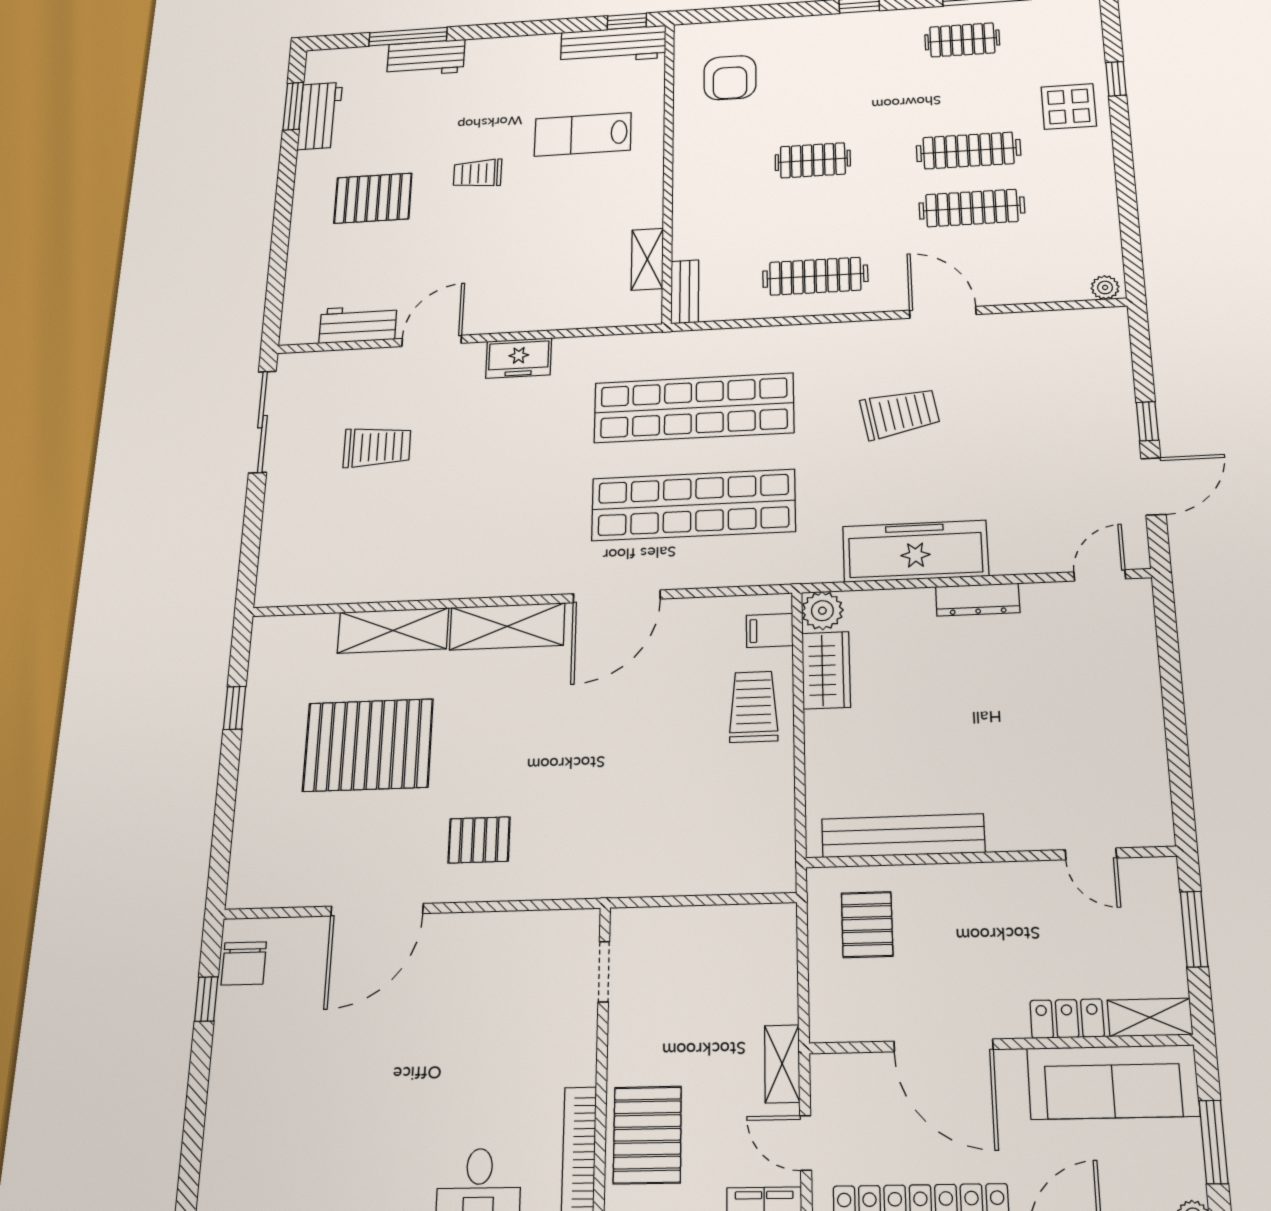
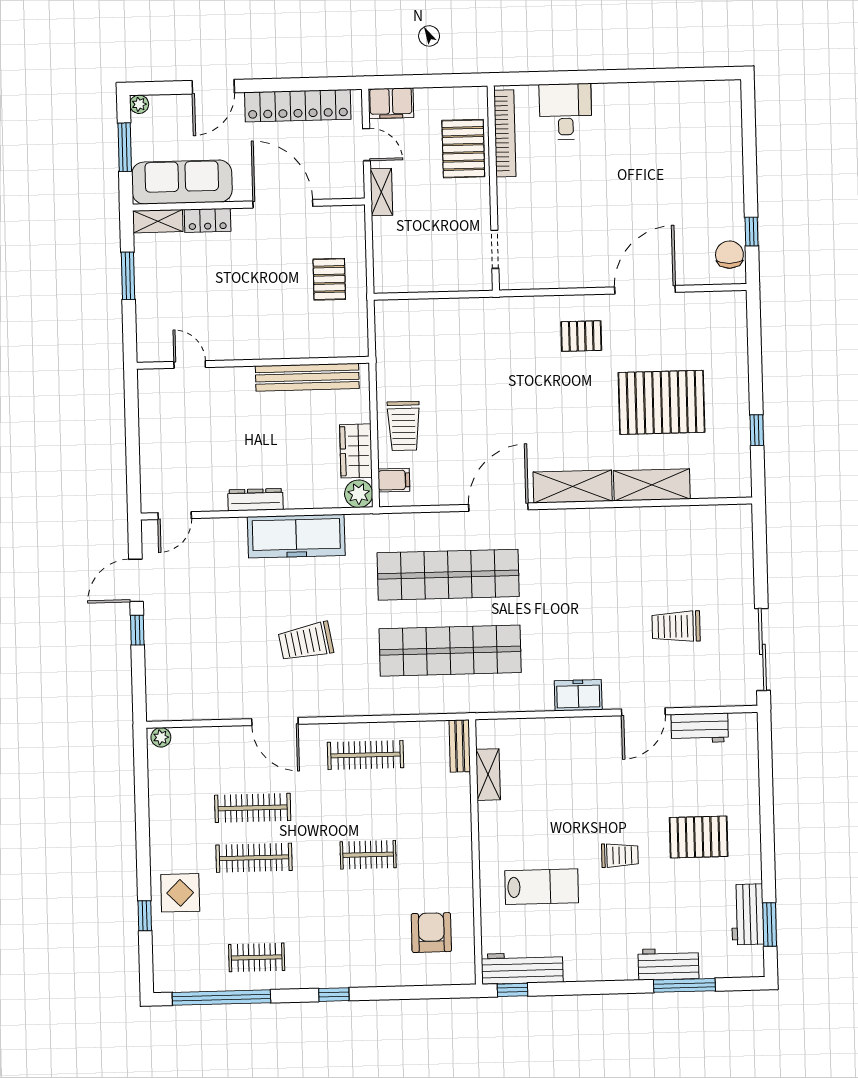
bench: (903, 836) -> (307, 377), moved
door: (1091, 854) -> (190, 364), moved
wall: (990, 857) -> (253, 363), moved

